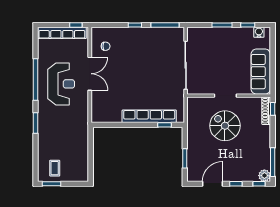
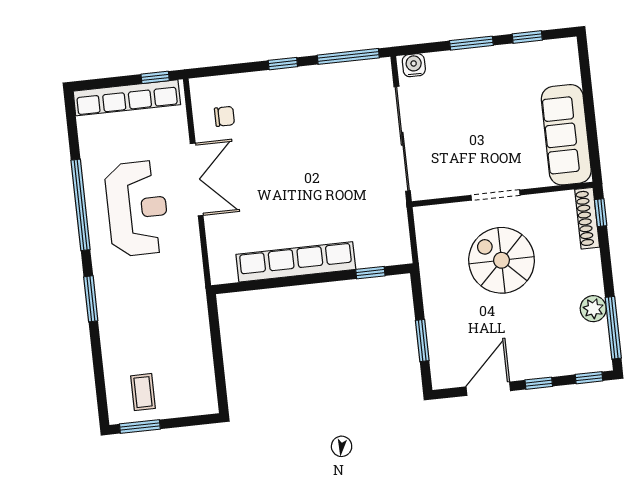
water cooler: (259, 32) -> (414, 65), moved
row of seats: (149, 116) -> (296, 262), moved
plant: (264, 176) -> (593, 309), moved

